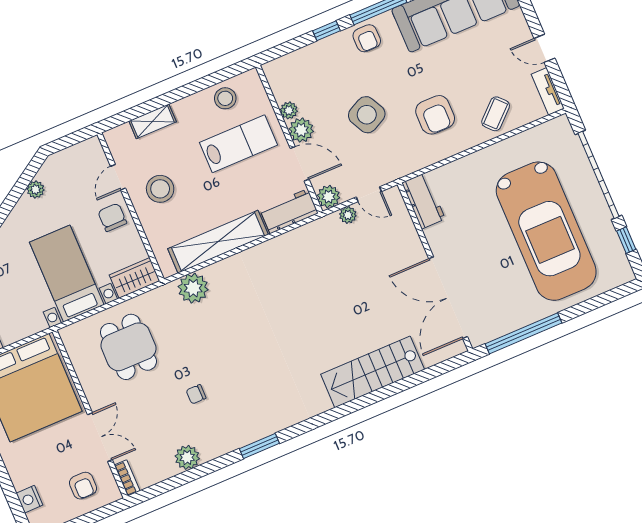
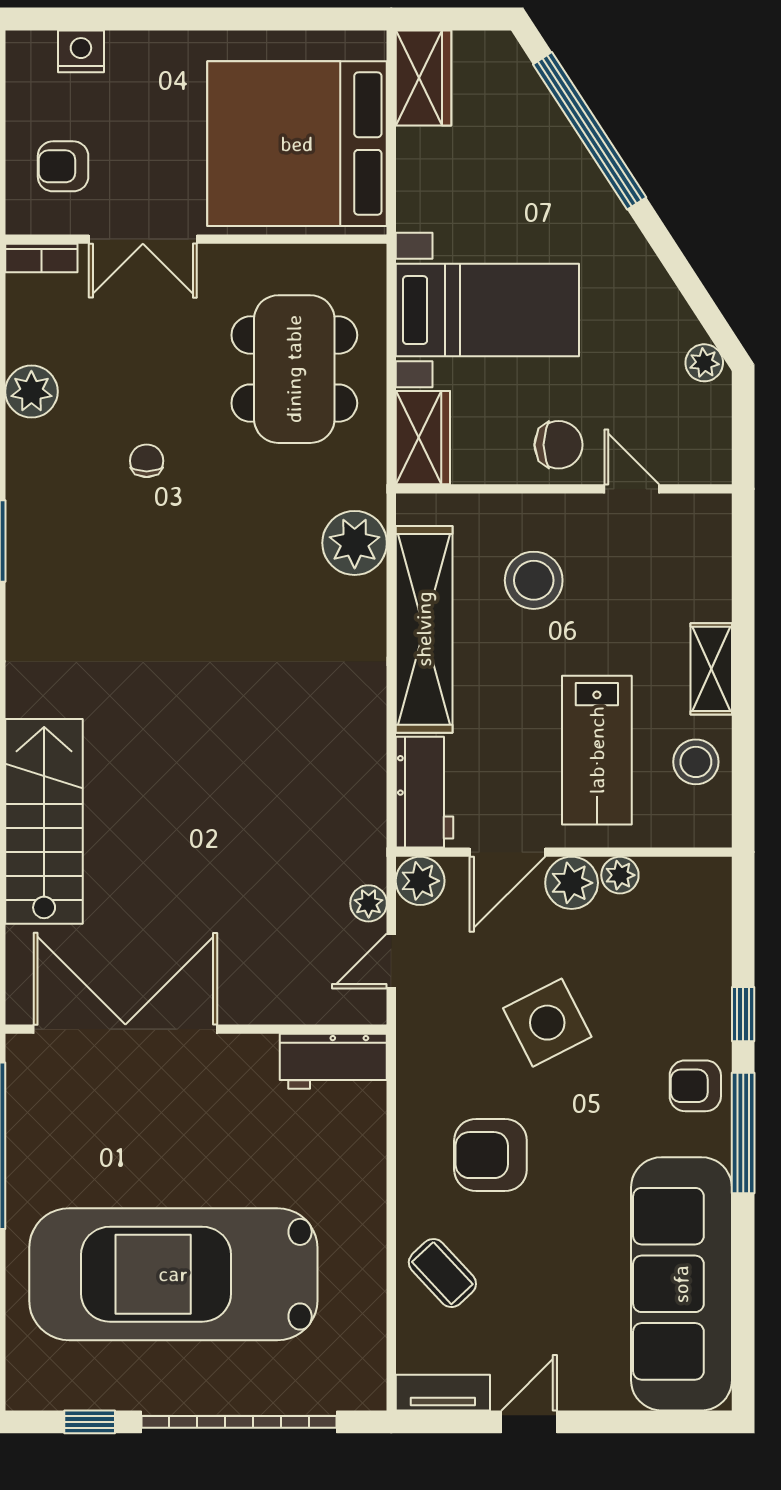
shelving: (153, 121) -> (711, 669), moved
stool: (160, 189) -> (534, 580), moved
plant: (36, 190) -> (704, 363), moved
dining table: (128, 347) -> (294, 369), width x1.38

